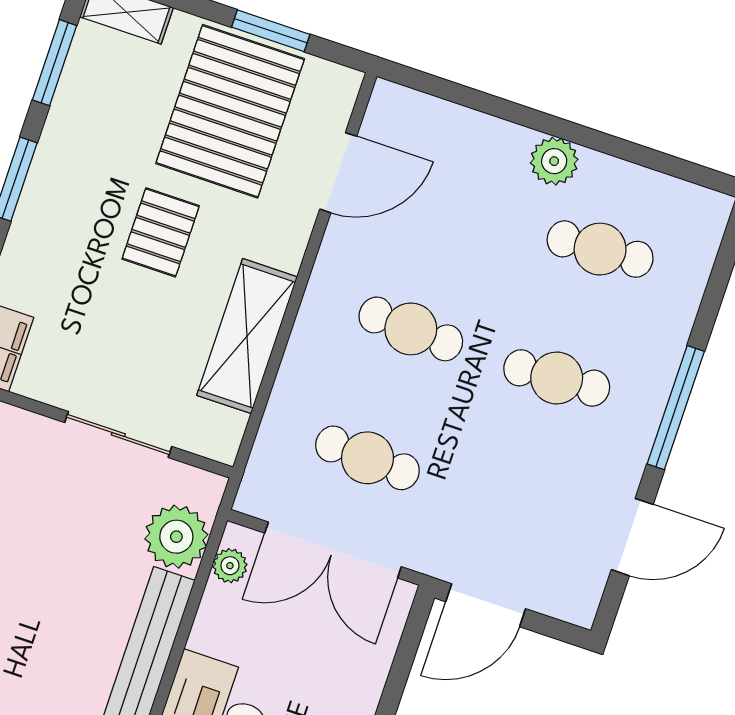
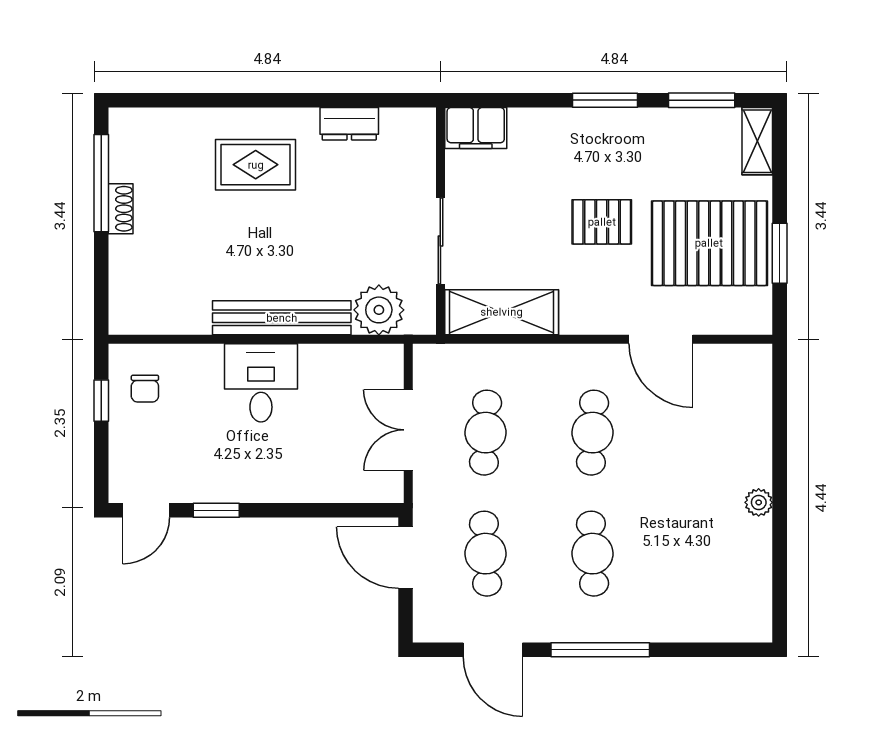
plant: (554, 161) -> (759, 502), width x0.73, depth x0.73
door: (338, 173) -> (661, 339), moved
cafe table: (600, 249) -> (486, 554), moved
shelving: (247, 336) -> (502, 312), moved
double door: (333, 550) -> (408, 430), width x0.73
plant: (230, 566) -> (371, 357), removed

